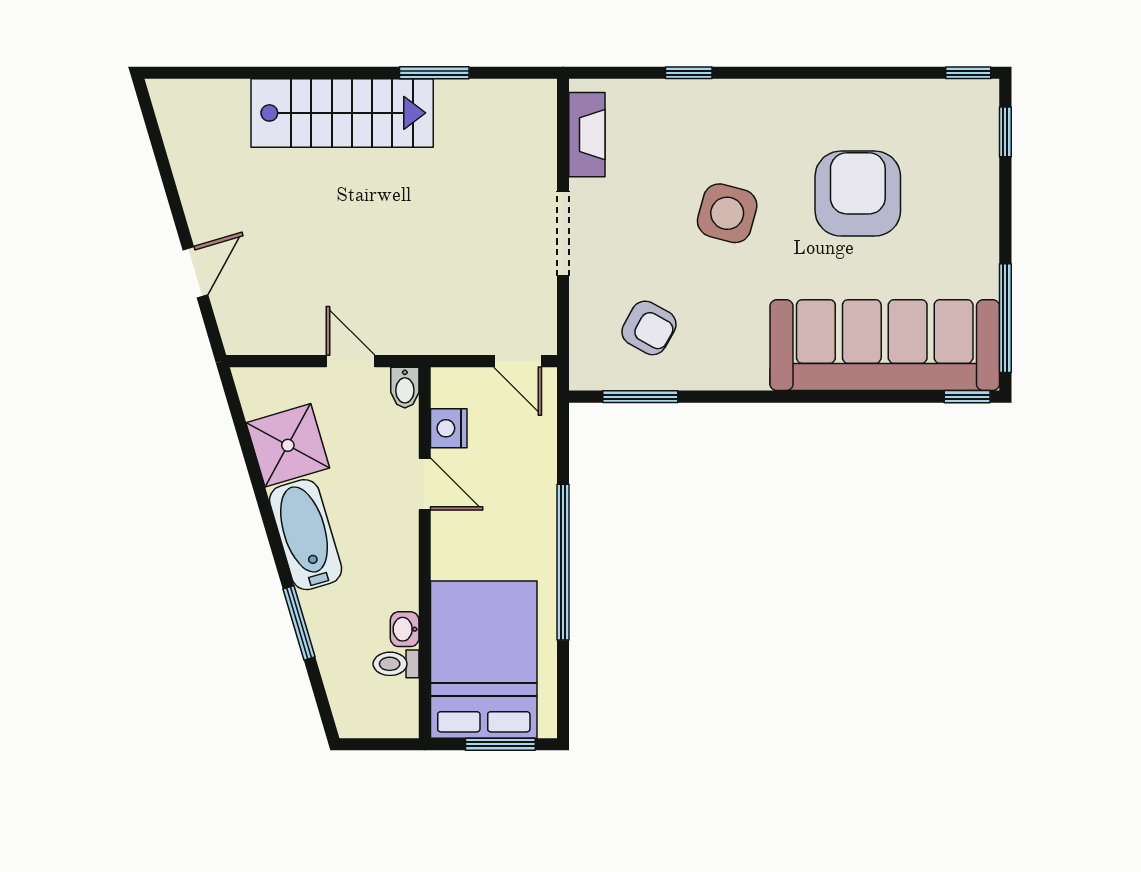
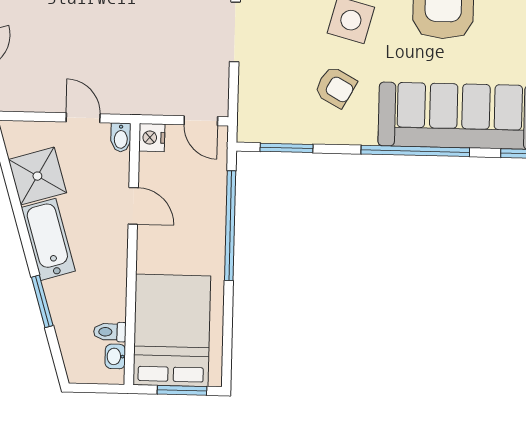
armchair: (649, 328) -> (336, 87), moved
window: (823, 397) -> (415, 151), added
nightstand: (449, 428) -> (152, 138), moved
window: (563, 562) -> (230, 226), moved
washbasin: (405, 629) -> (115, 356), moved

